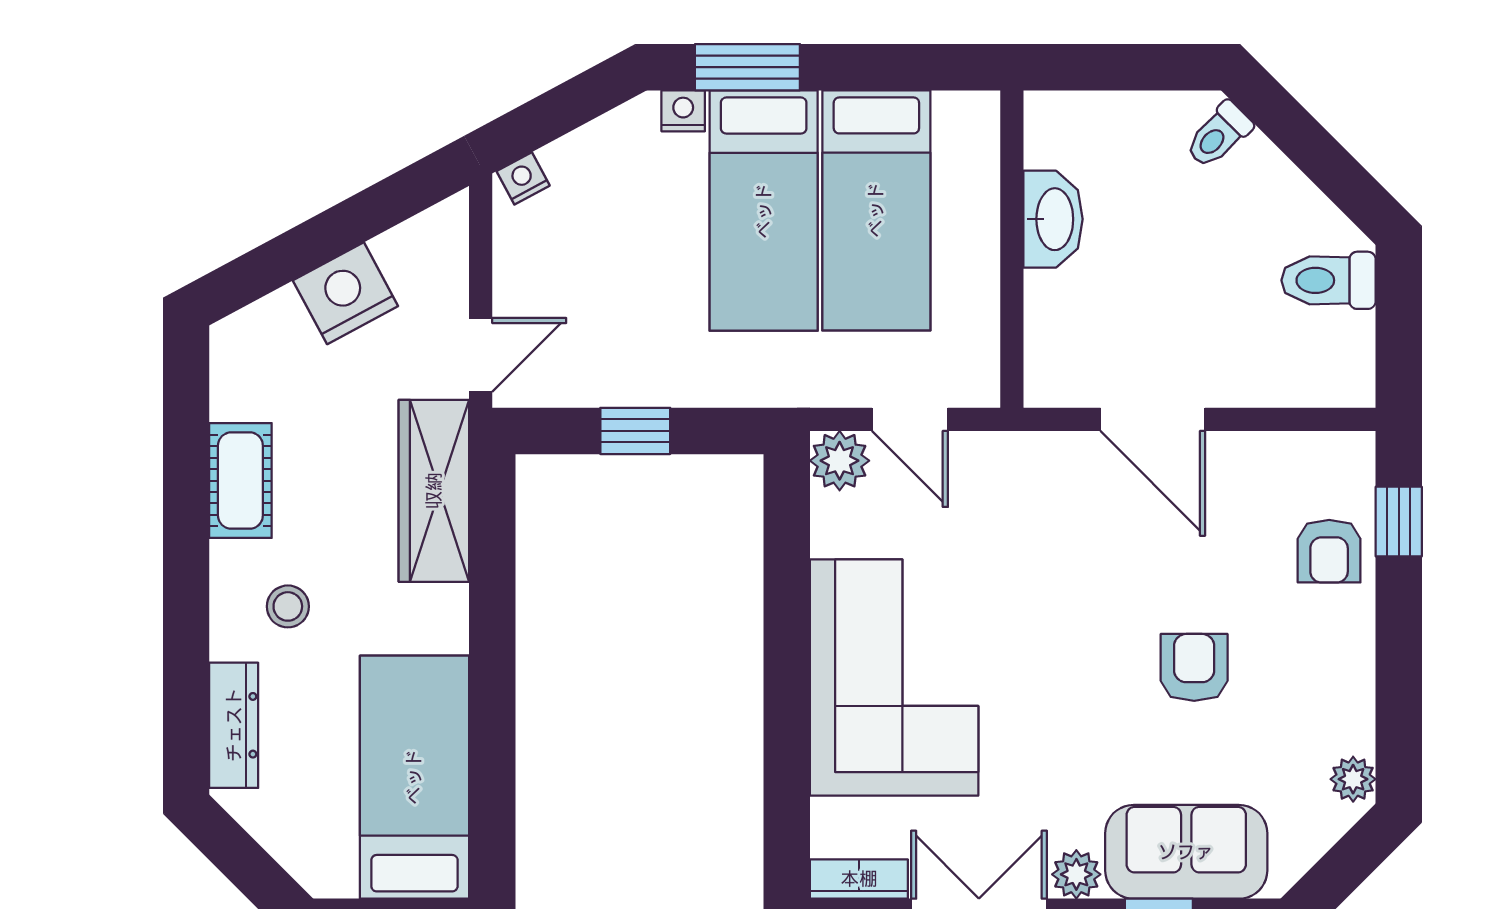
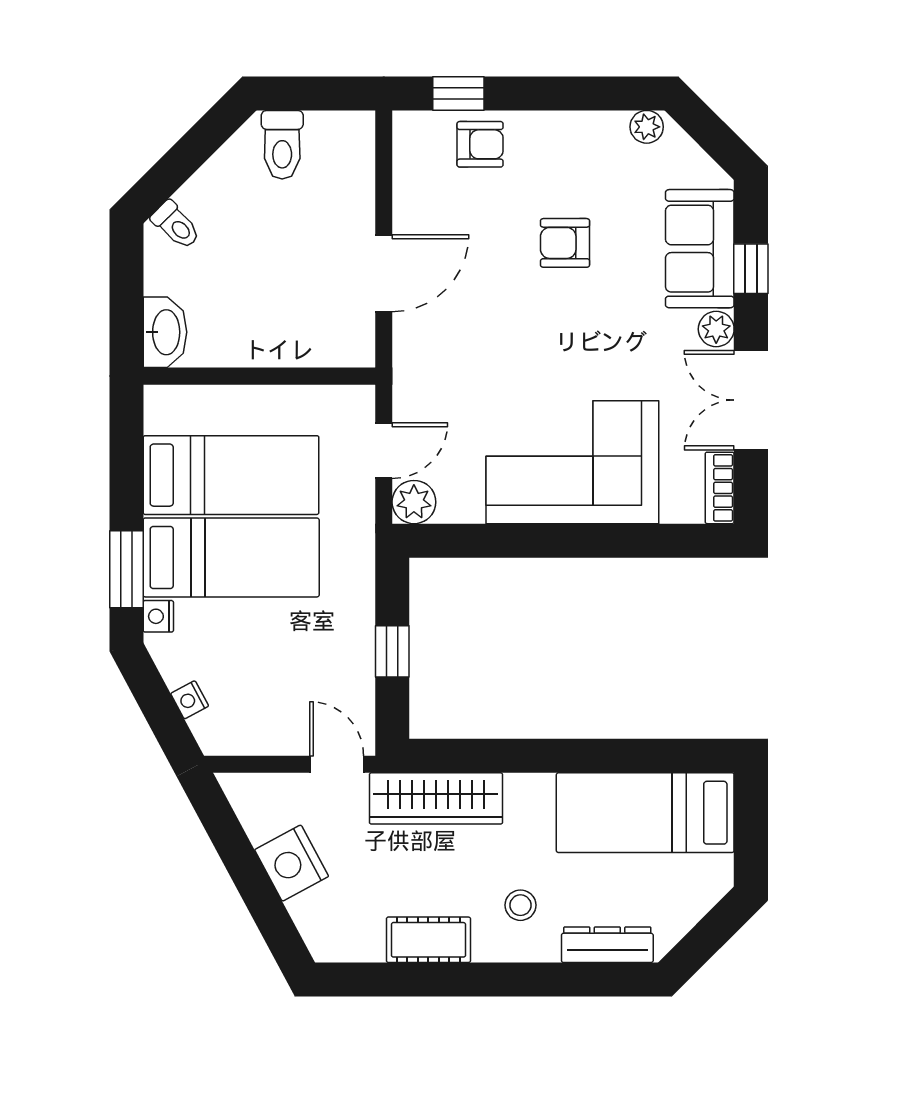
nightstand: (523, 178) -> (190, 700), moved
washbasin: (1053, 219) -> (165, 332), moved, turned 90

